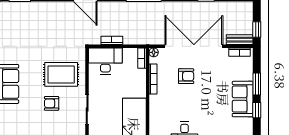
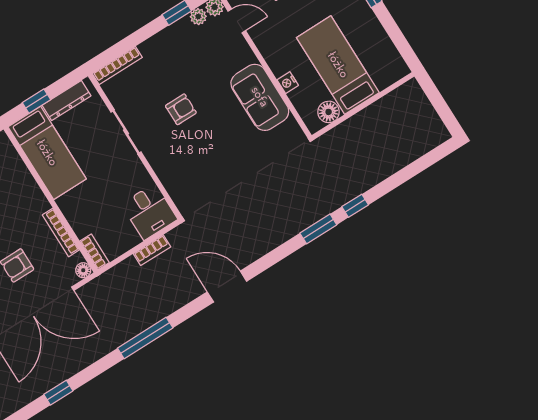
desk: (105, 61) -> (149, 212), width x0.73
rug: (61, 74) -> (193, 158), removed

